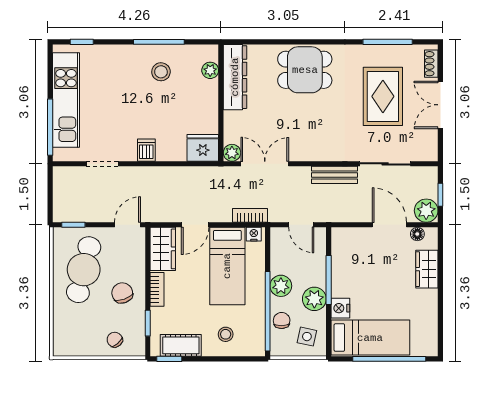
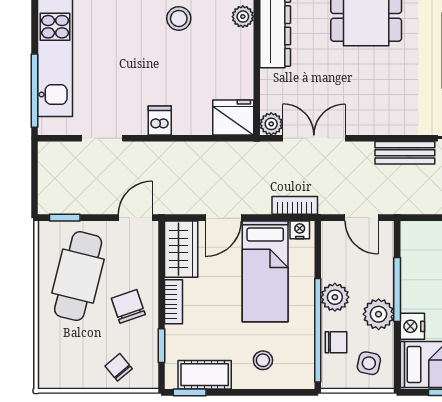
chair: (282, 320) -> (336, 342), turned 92

